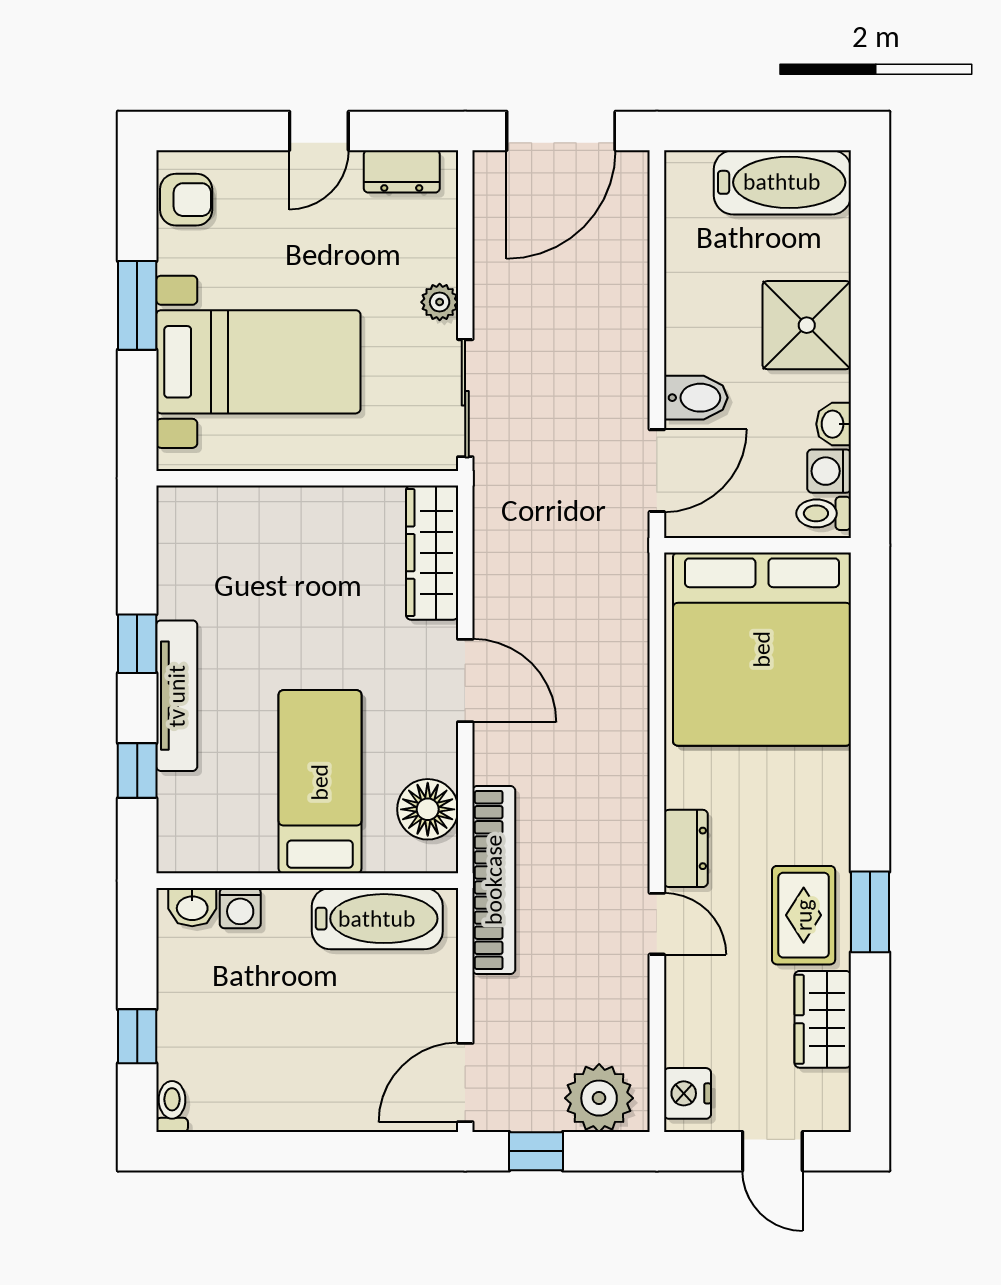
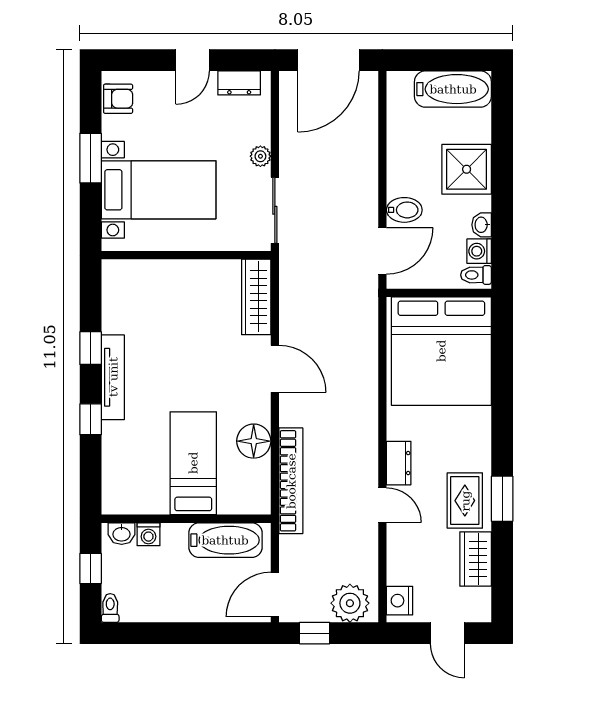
bed: (320, 782) -> (193, 463), moved
wall: (307, 881) -> (186, 519), moved
washbasin: (192, 907) -> (122, 534), moved
washing machine: (240, 908) -> (148, 534), moved
bathtub: (377, 919) -> (225, 540), moved

